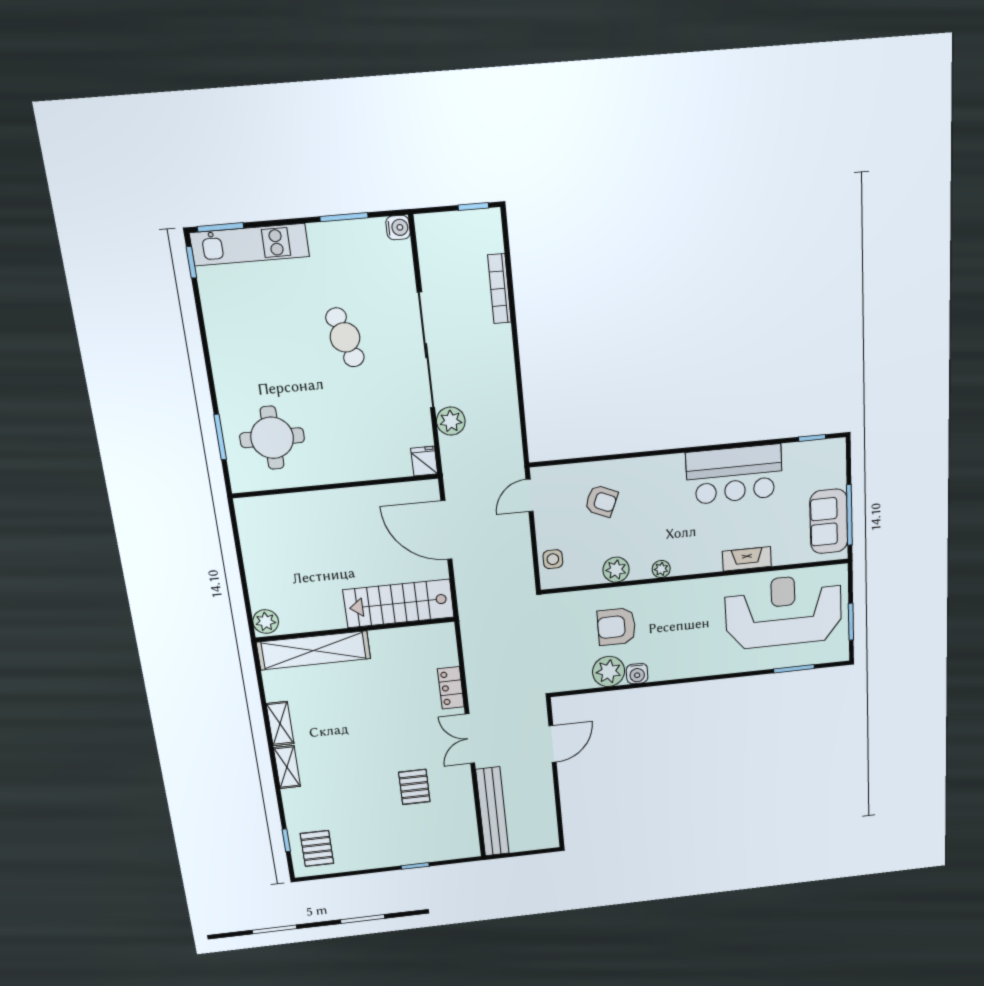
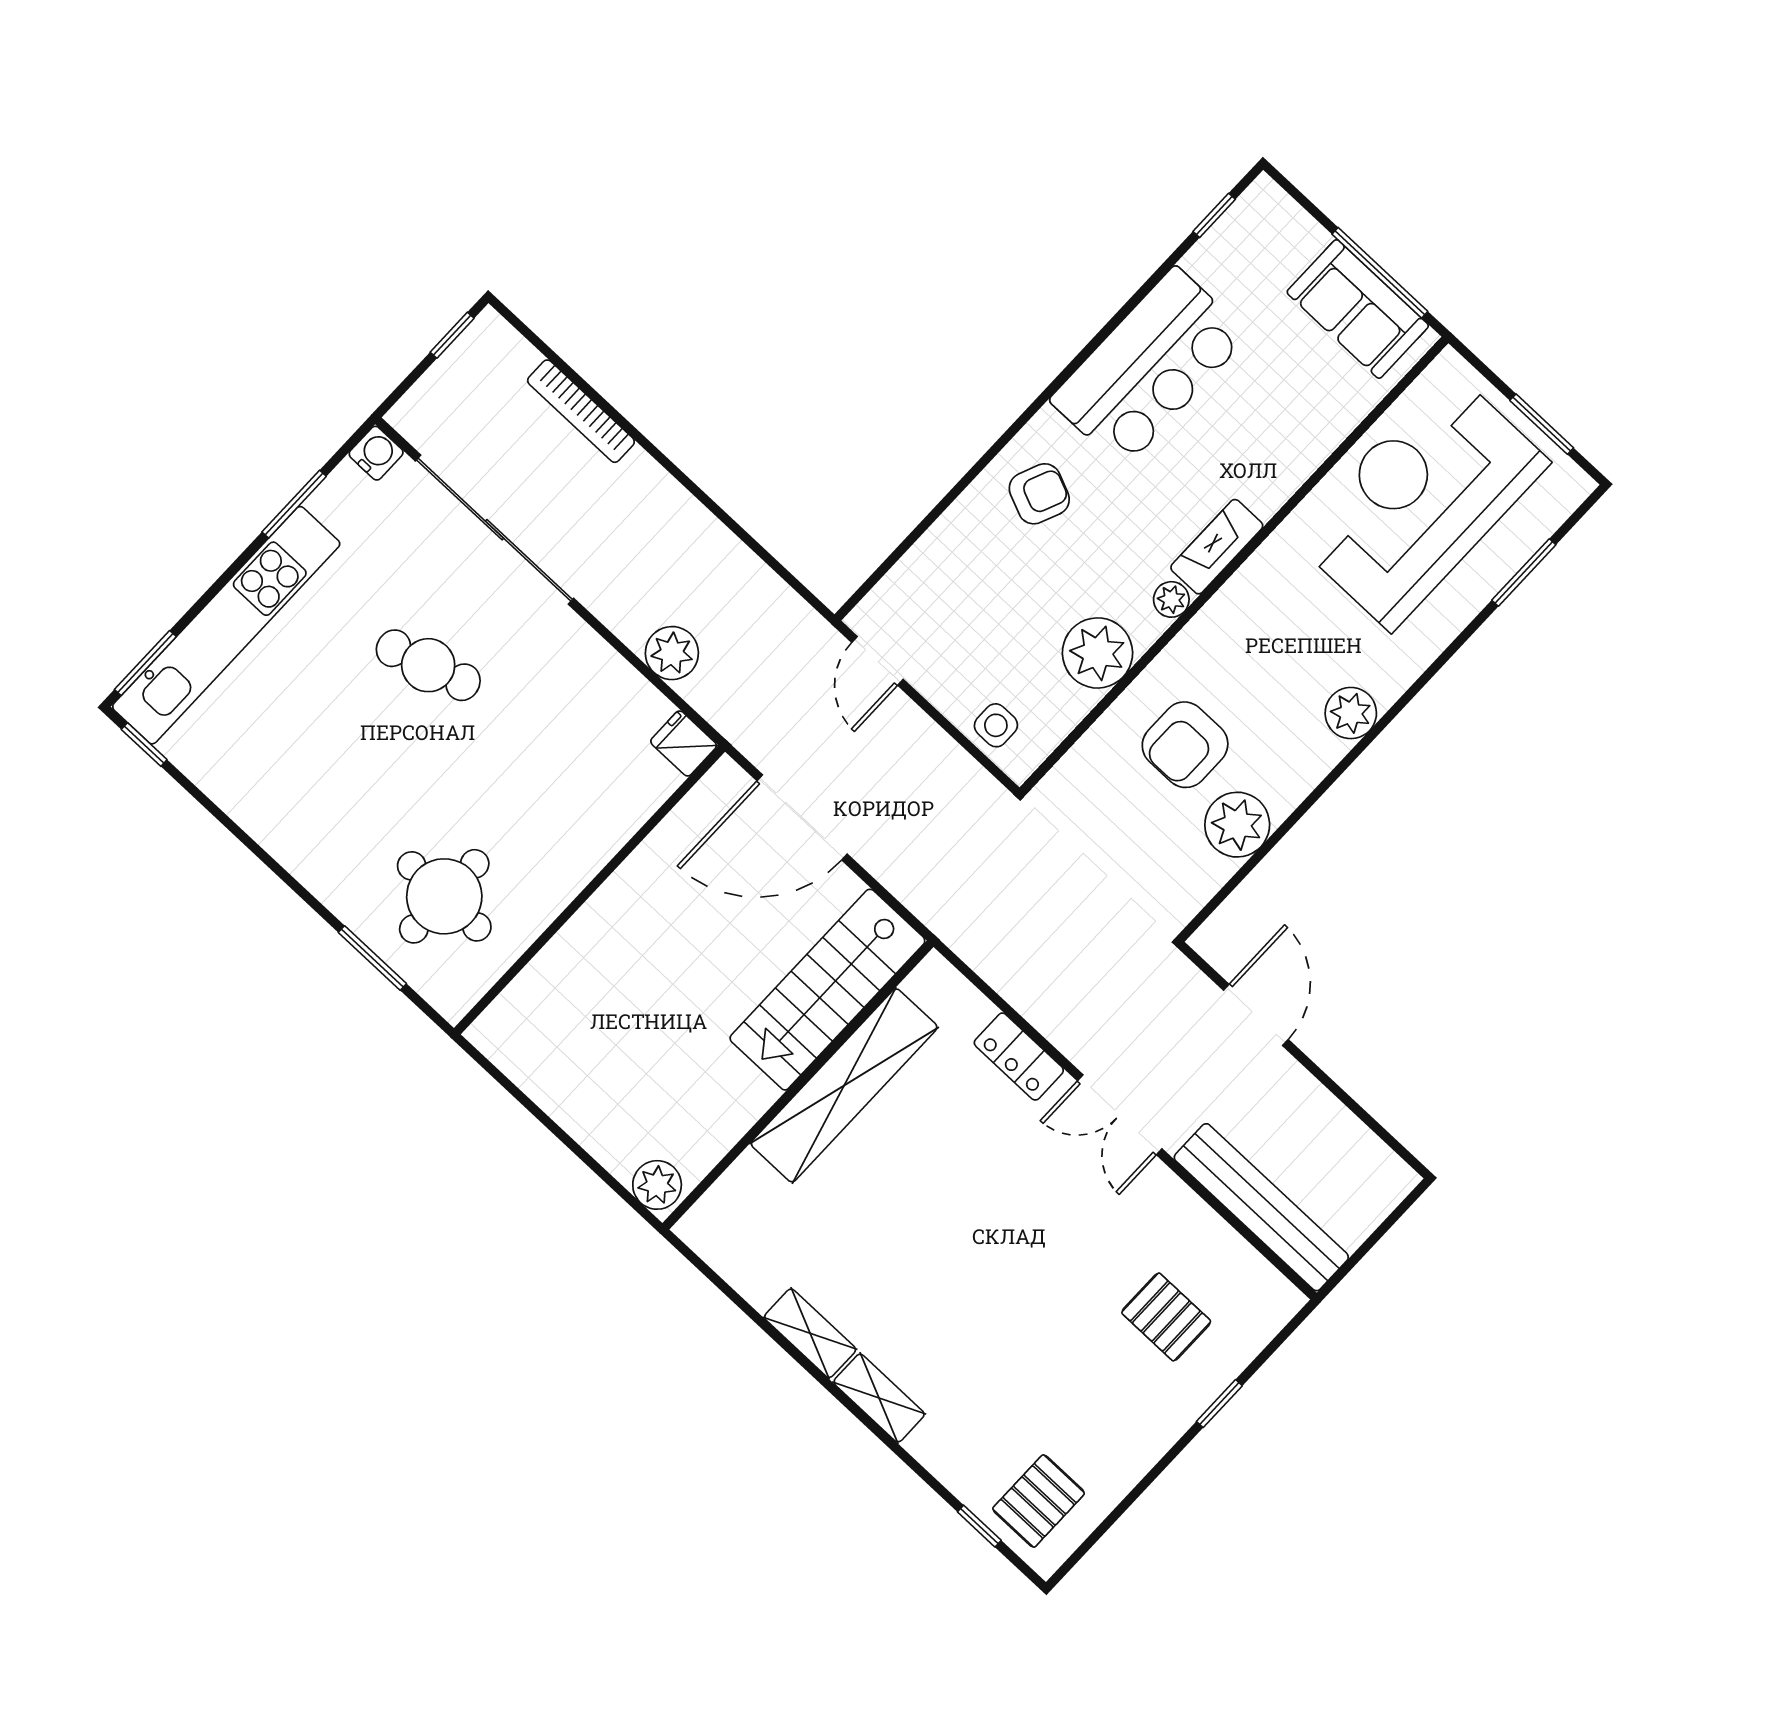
kitchen unit: (250, 245) -> (226, 625), width x1.36
sliding door: (426, 351) -> (495, 530), moved
armchair: (601, 501) -> (1039, 494), moved
fireplace: (747, 559) -> (1217, 547), moved
plant: (616, 570) -> (1097, 653), width x1.36, depth x1.36
shelving: (314, 650) -> (844, 1085), moved
plant: (687, 666) -> (1351, 713), added
water cooler: (637, 674) -> (1284, 790), removed
pallet: (414, 787) -> (1166, 1317), moved
pallet: (317, 848) -> (1039, 1501), turned 90

